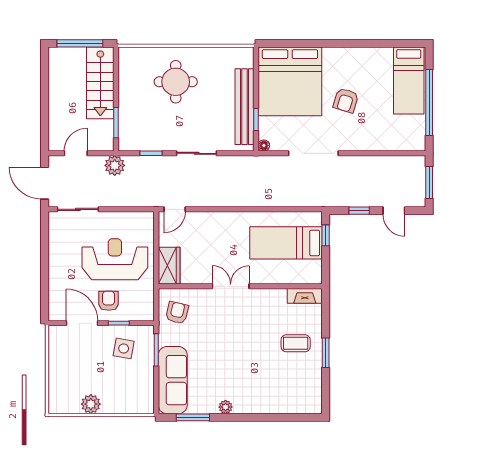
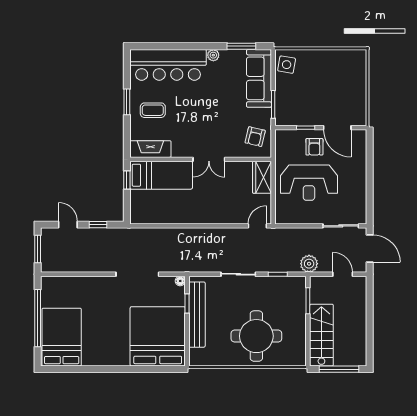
bed: (409, 80) -> (62, 337), width x1.50
round table: (176, 82) -> (256, 336), width x1.36, depth x1.36
armchair: (346, 100) -> (109, 320), removed
door: (76, 153) -> (343, 274), swing flipped
window: (326, 235) -> (127, 180), moved
bed: (286, 243) -> (161, 175), moved
fireplace: (305, 296) -> (150, 149), width x1.37, depth x1.32
side table: (124, 348) -> (287, 65), moved
bar counter: (278, 396) -> (168, 65), added
plant: (91, 404) -> (330, 58), removed

